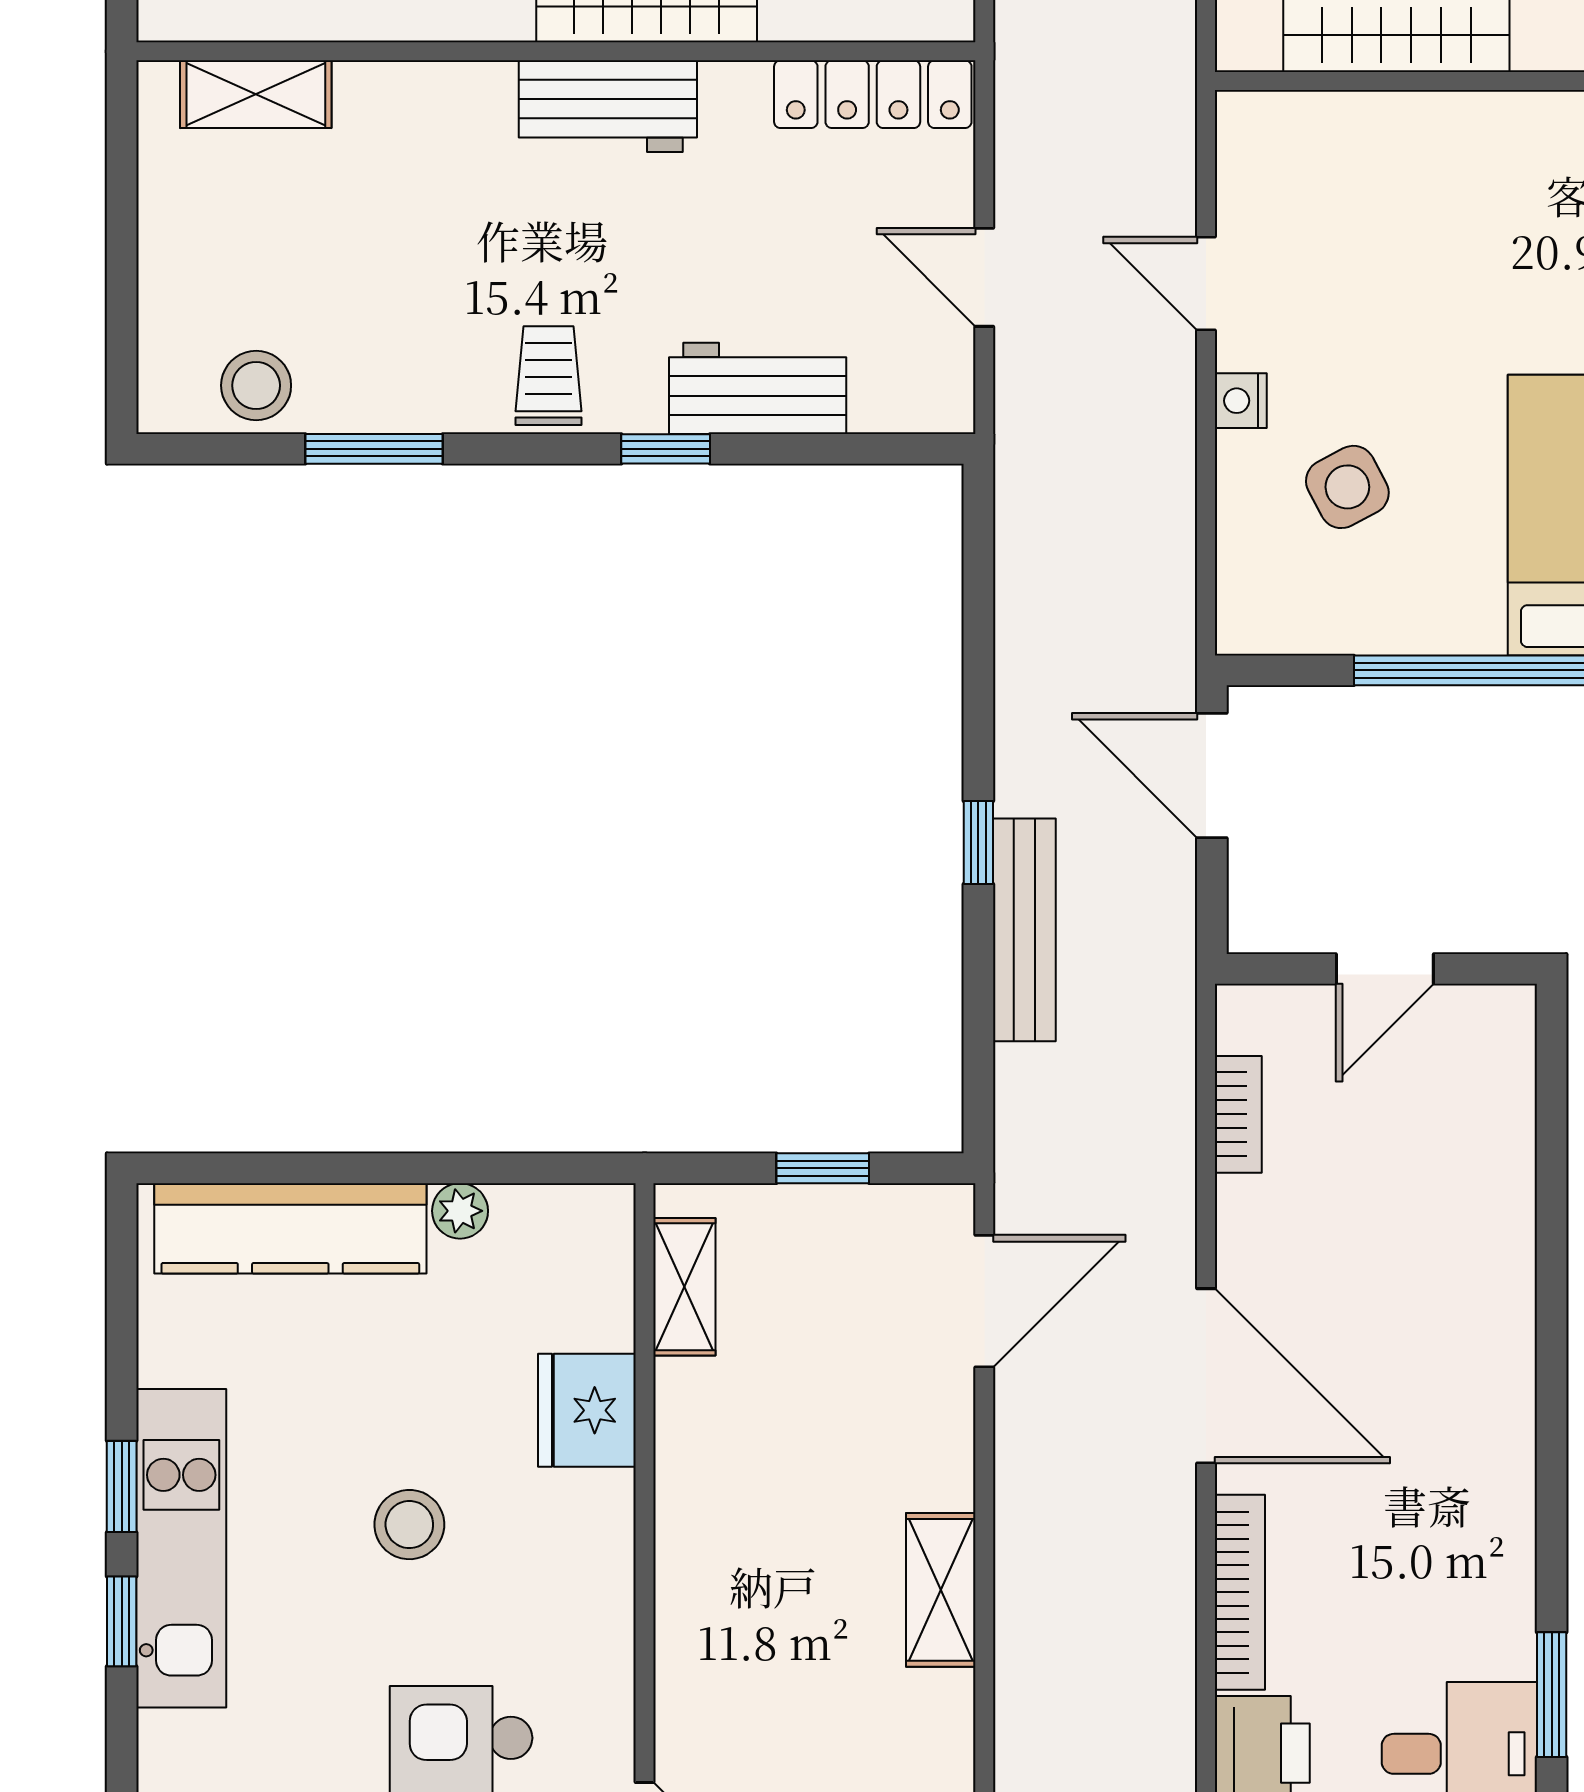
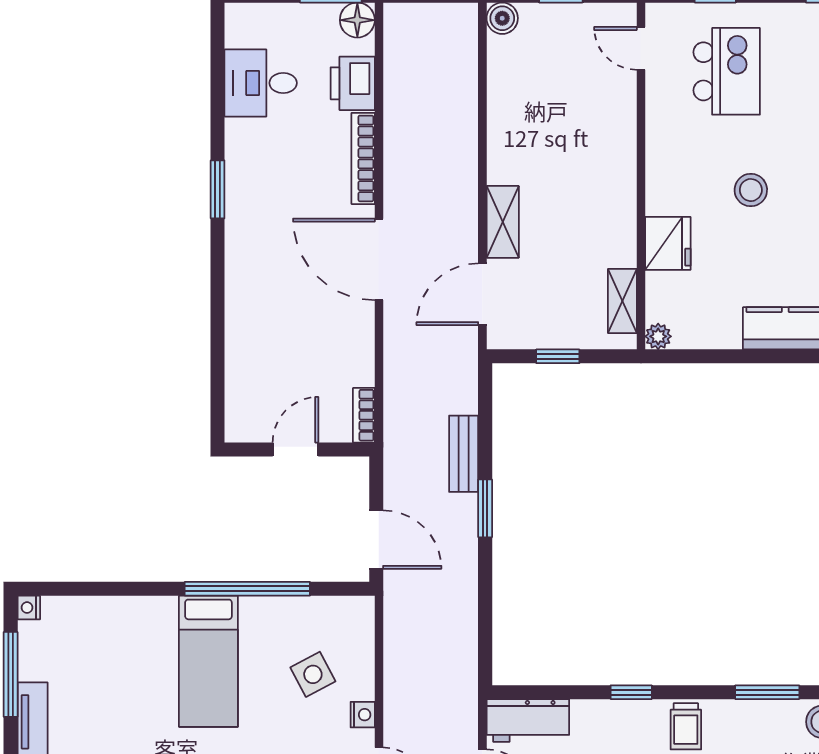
workbench: (758, 388) -> (528, 720), moved
window: (978, 843) -> (485, 508), width x1.50
bench: (1024, 930) -> (464, 454), width x0.73
bookcase: (1238, 1114) -> (364, 415), moved
plant: (460, 1211) -> (658, 336), moved
shelving: (941, 1590) -> (503, 222), moved
window: (1552, 1695) -> (218, 189), moved

